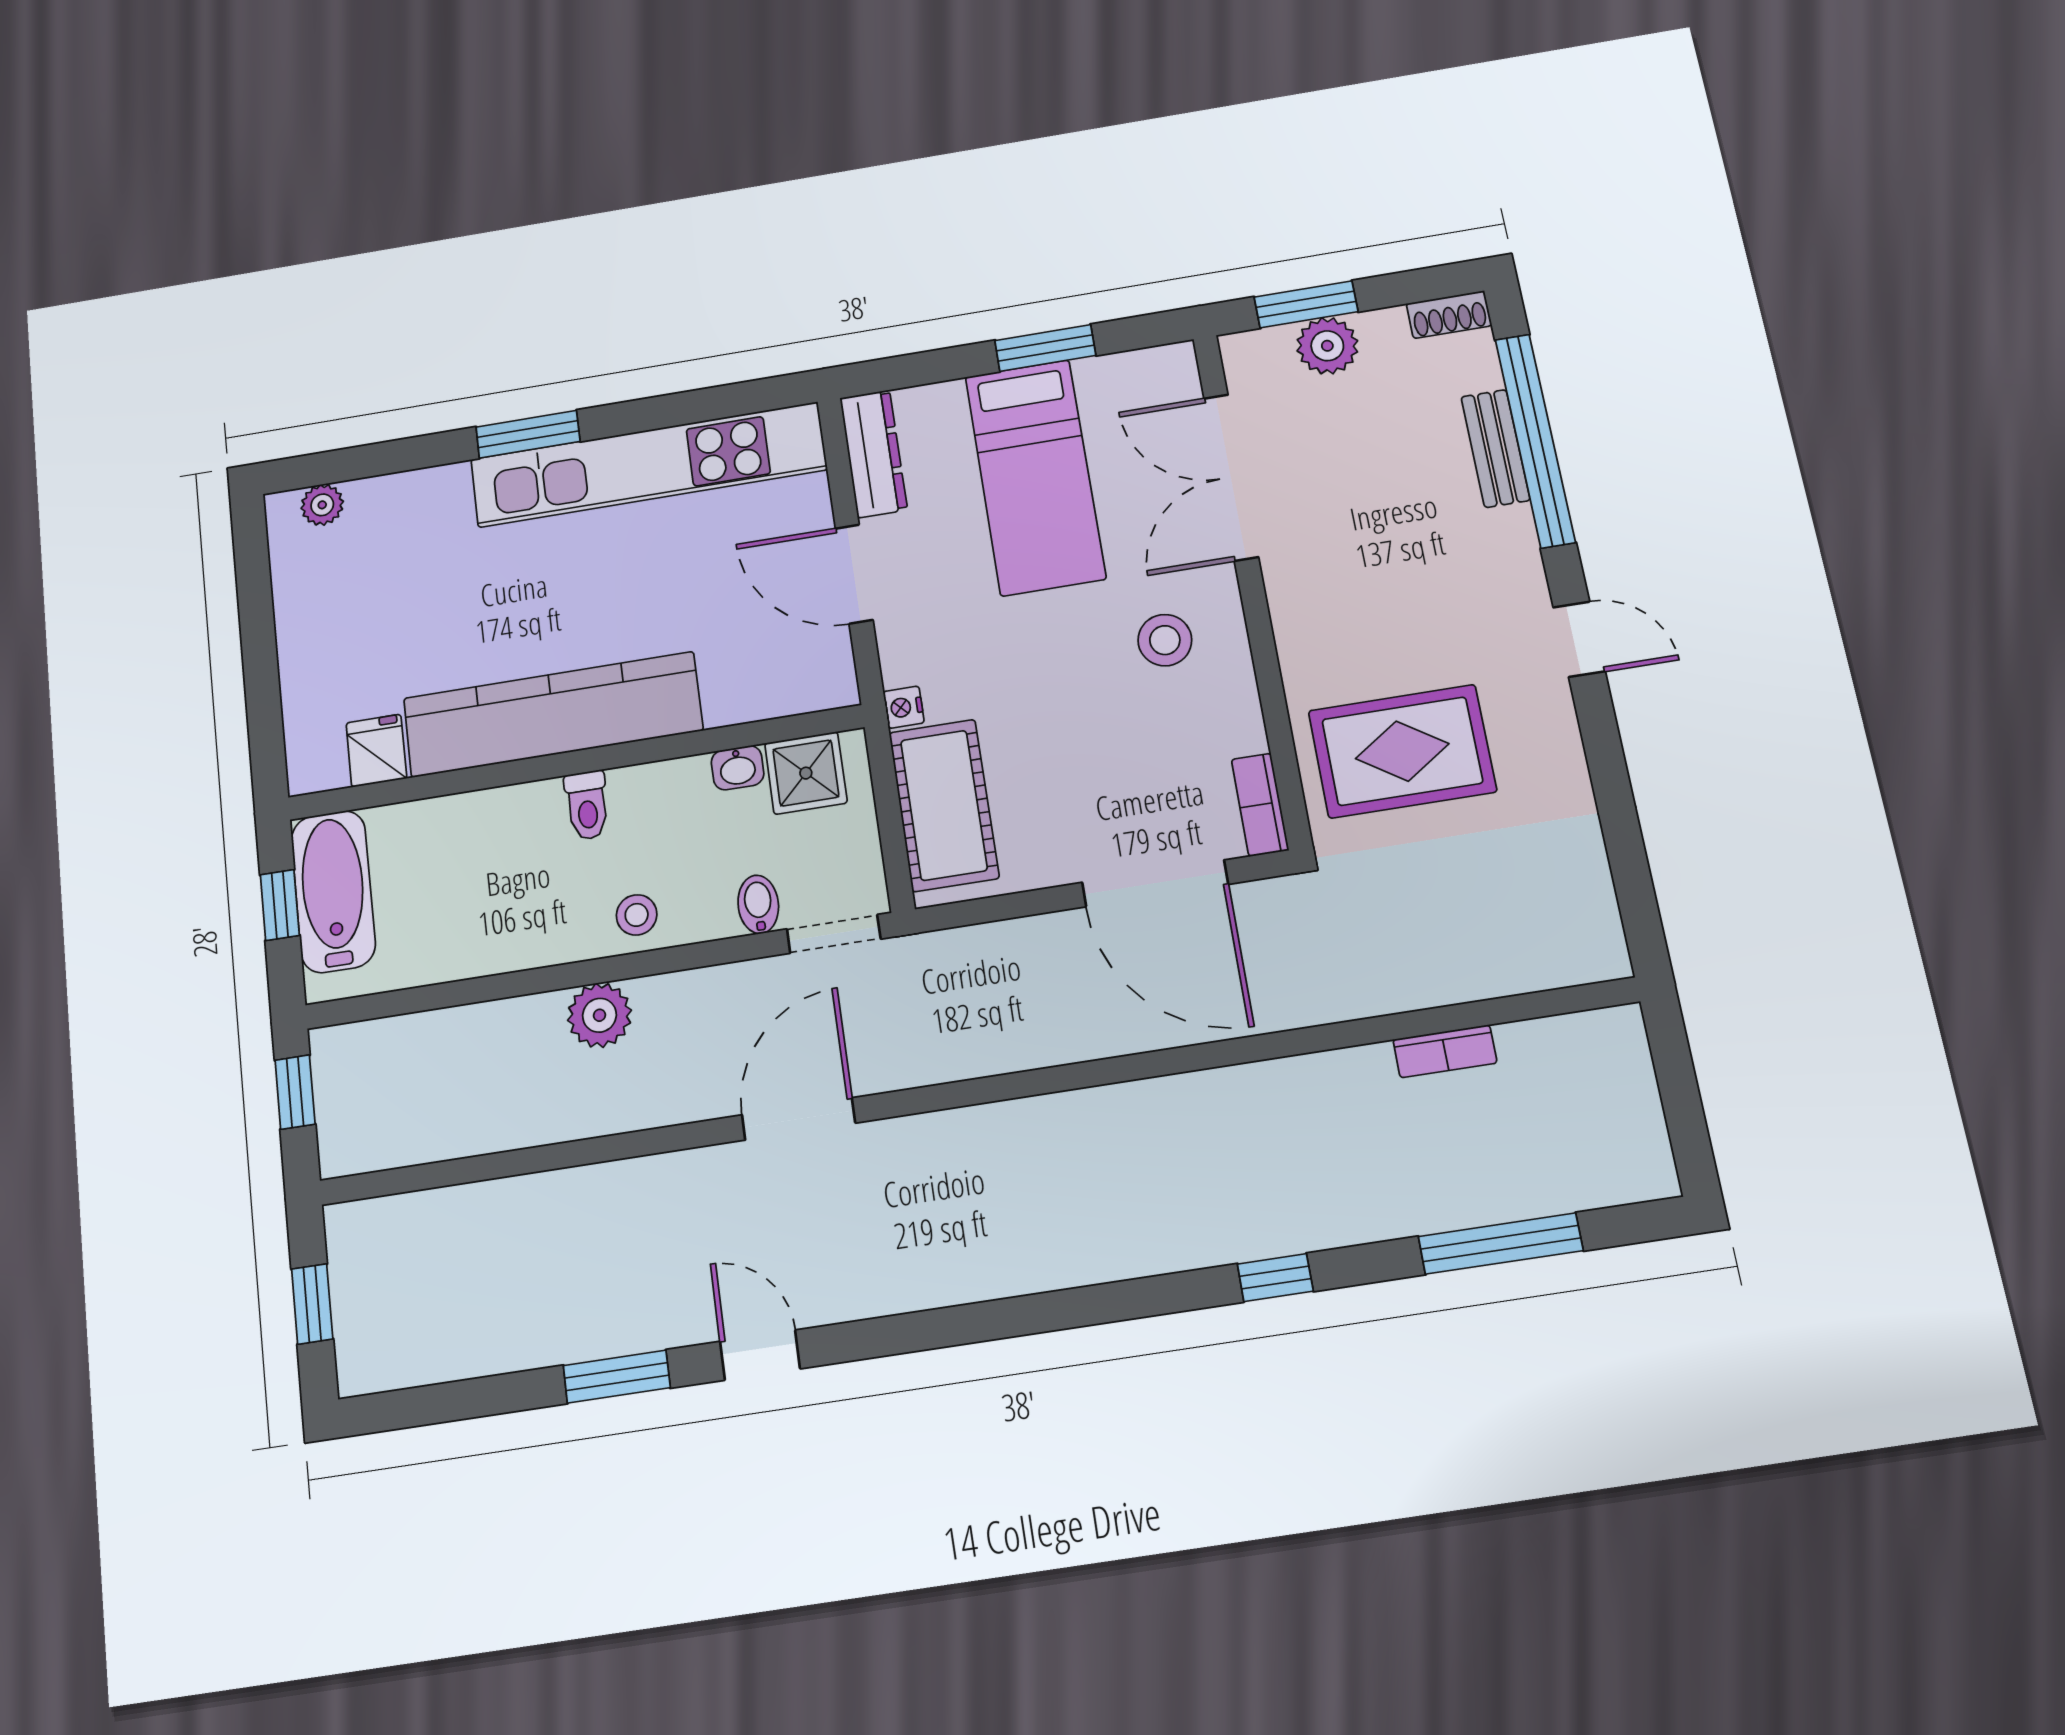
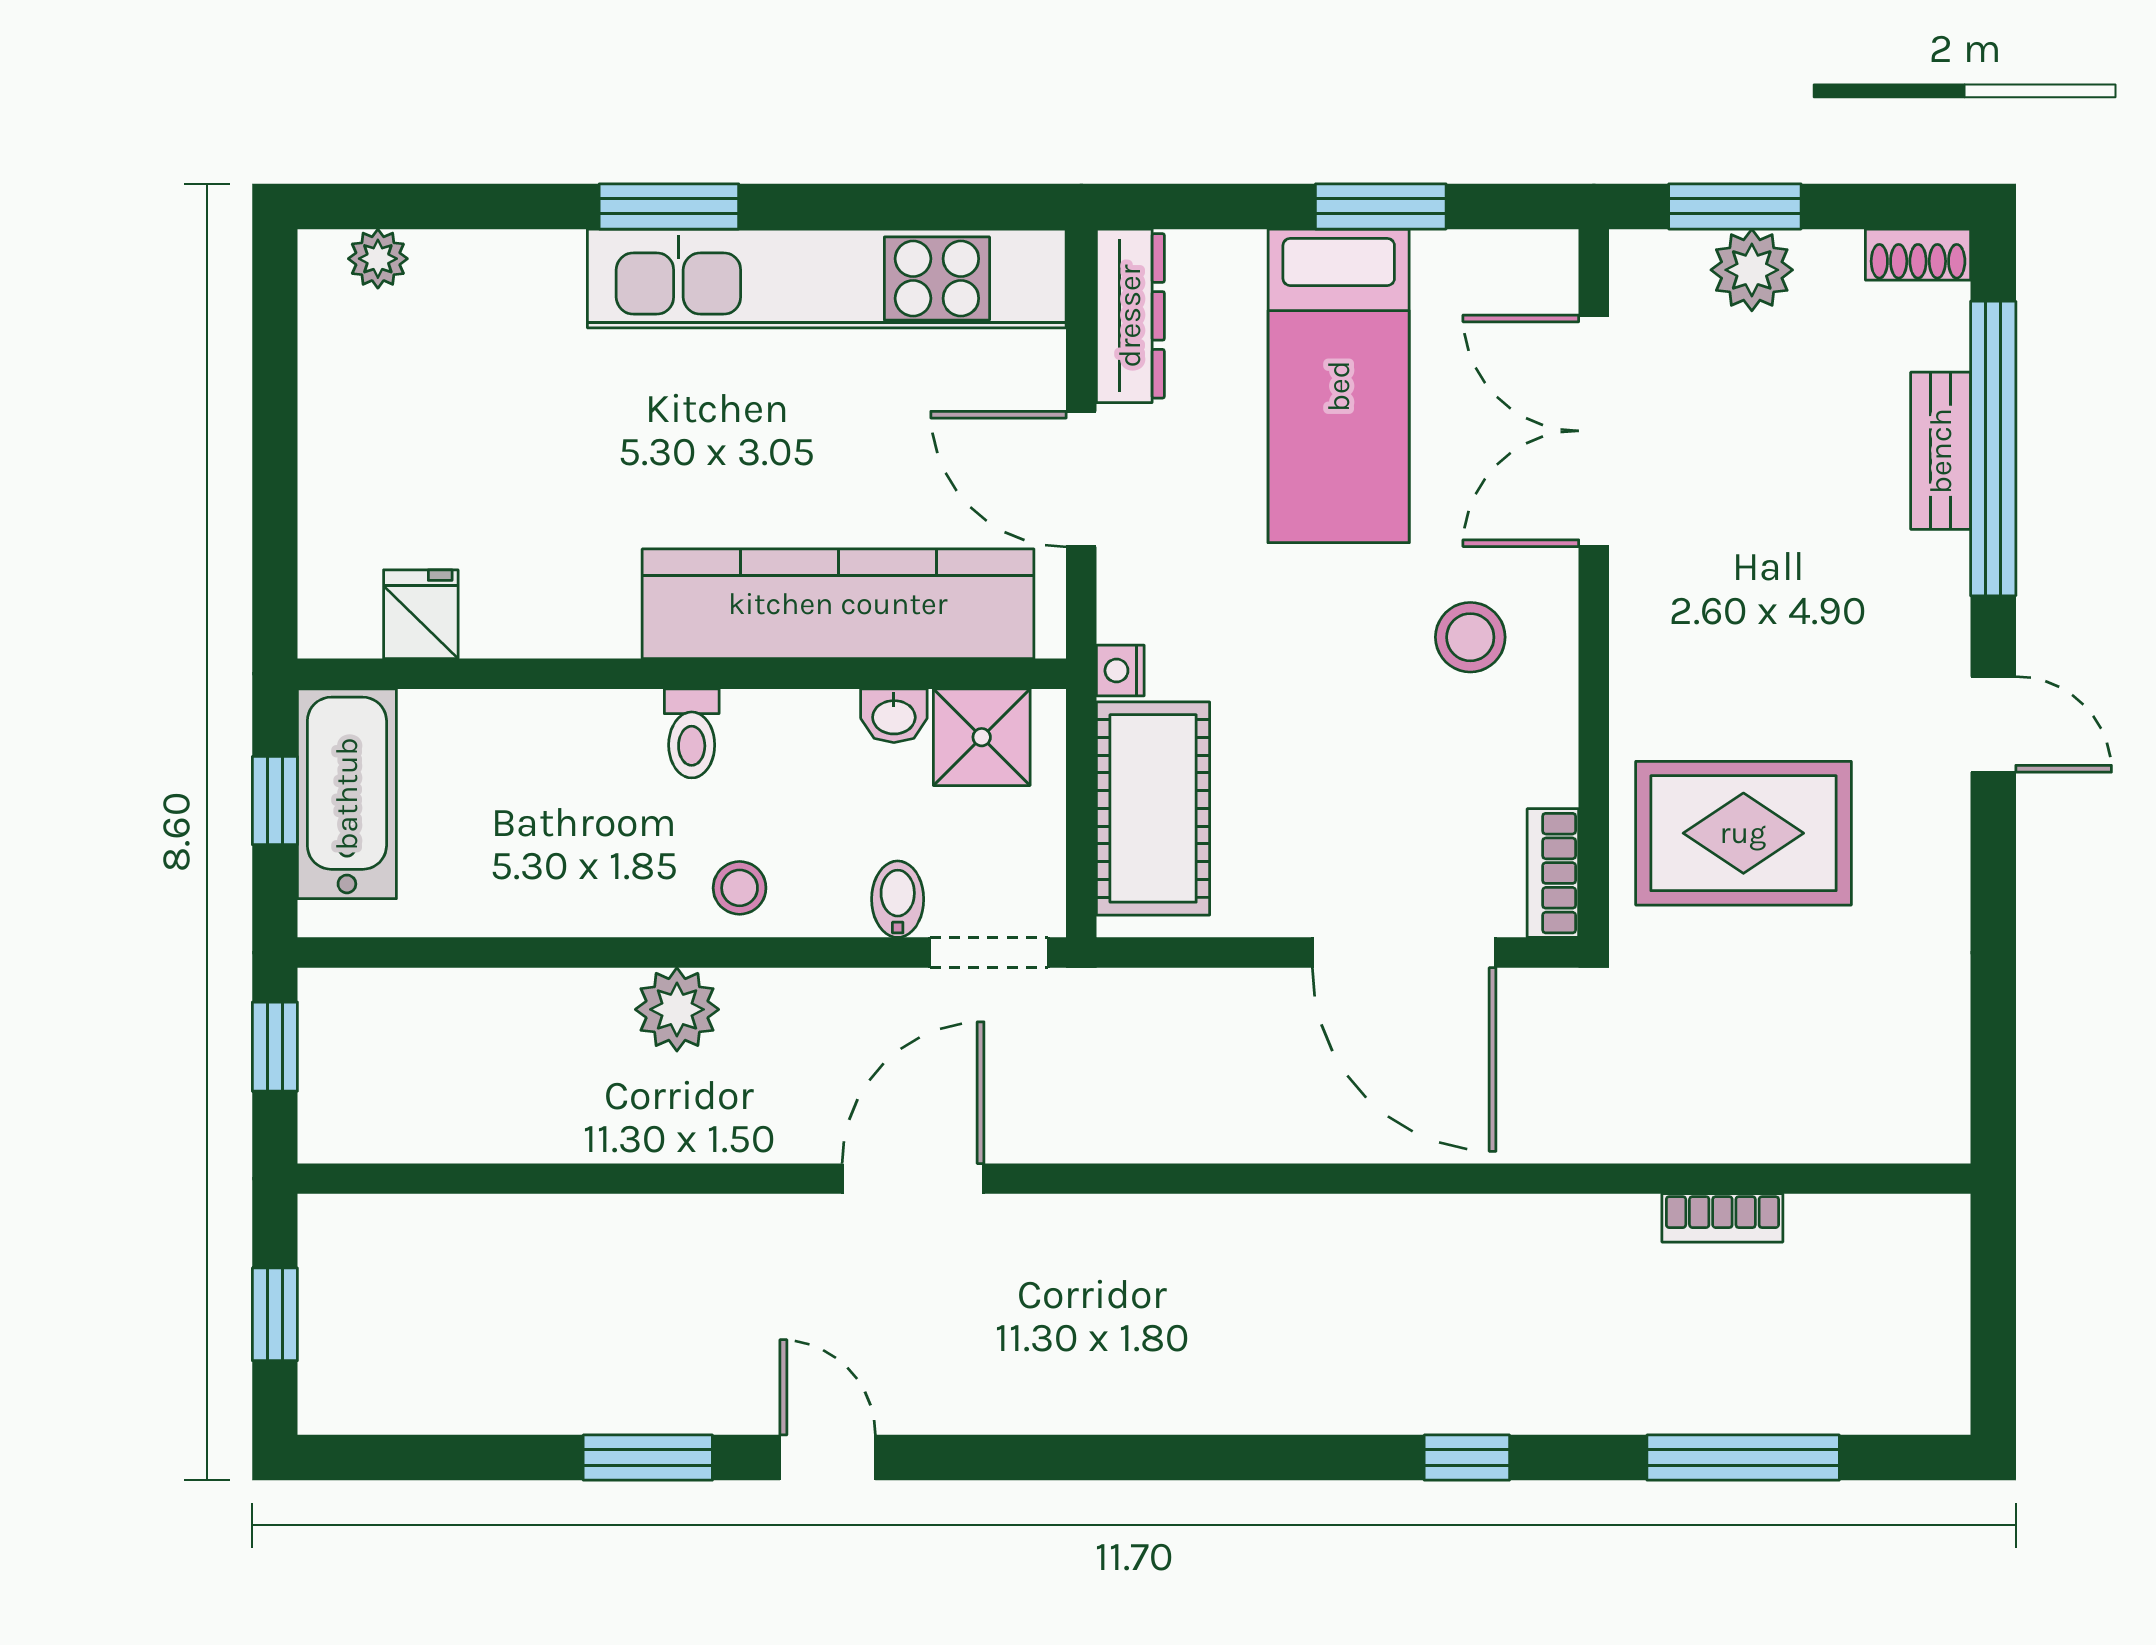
kitchen counter: (553, 714) -> (838, 604), moved

